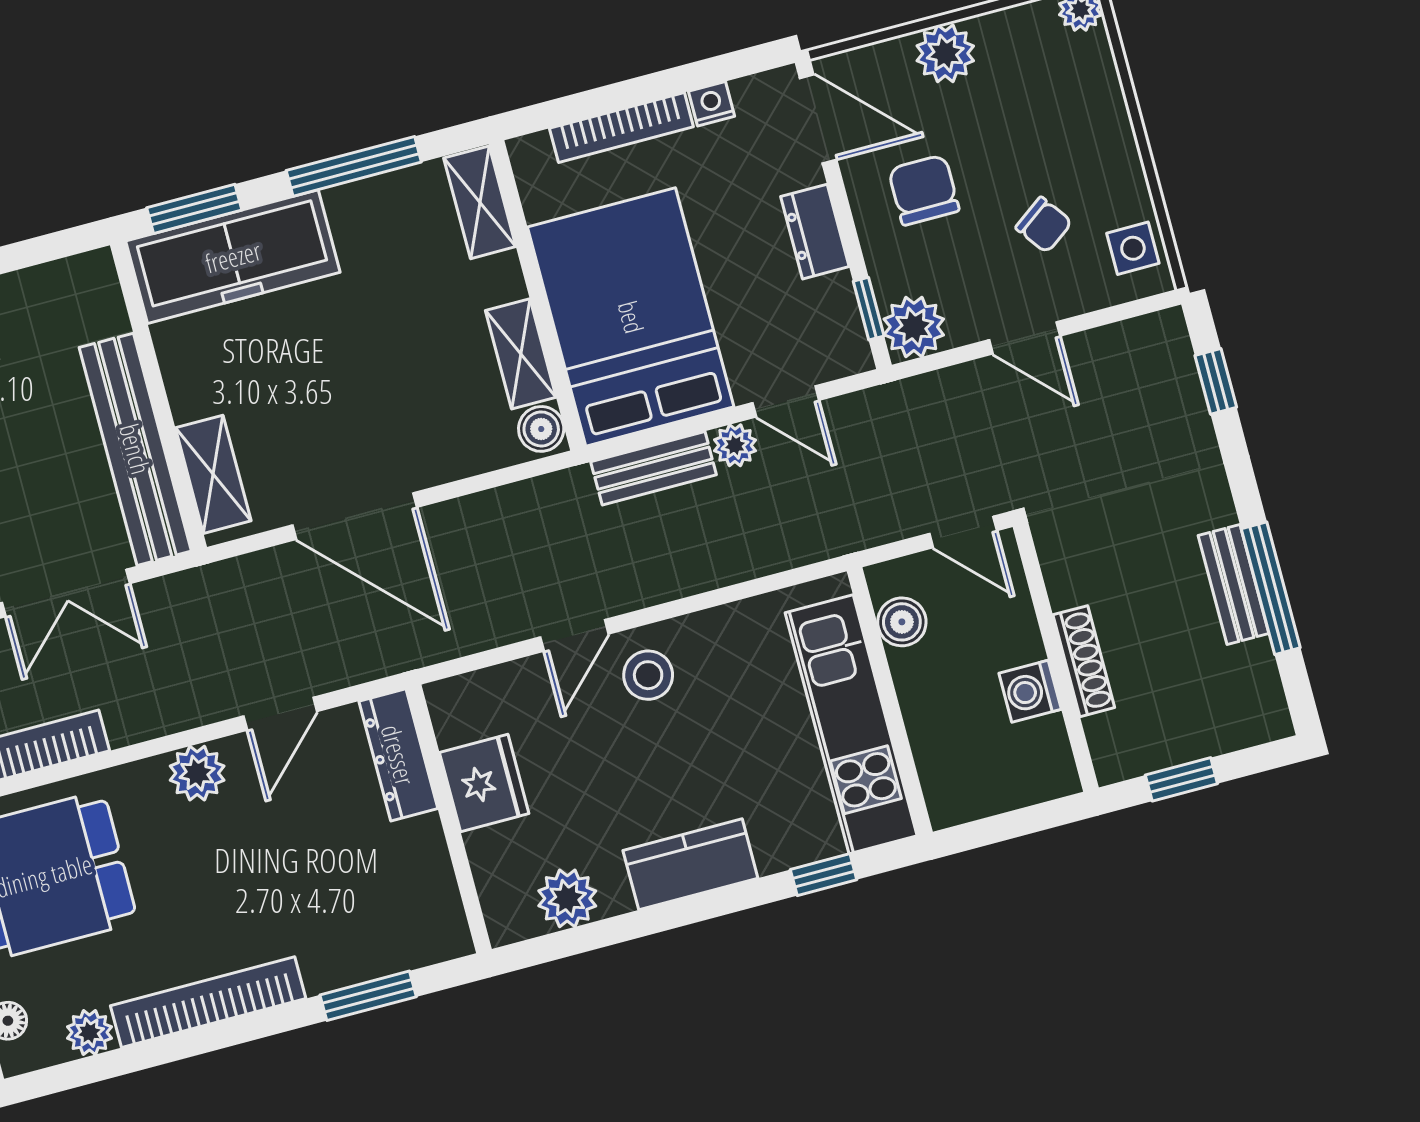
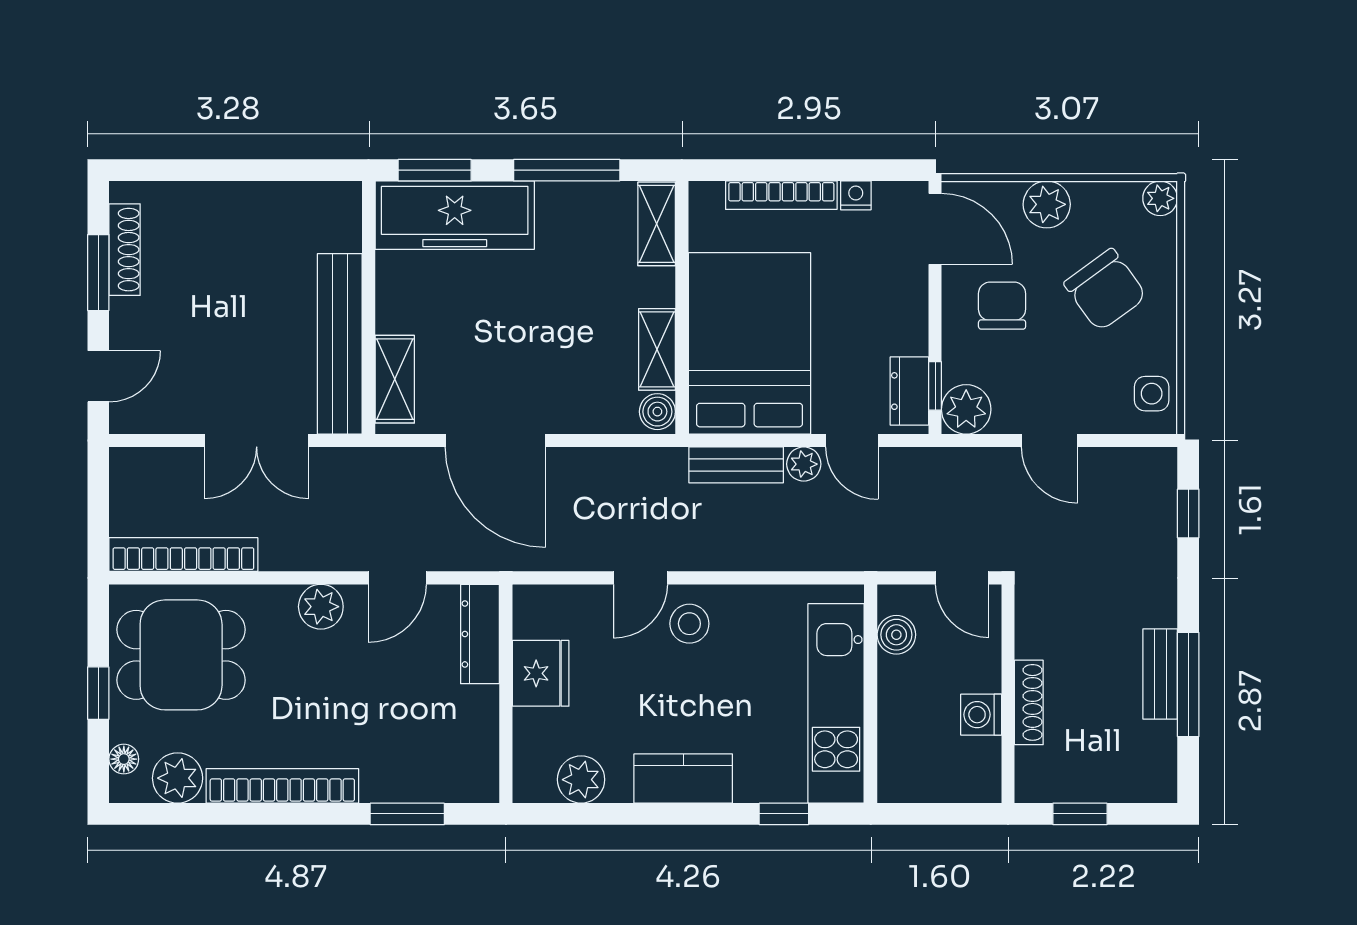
chair: (1044, 225) -> (1105, 290), moved, width x1.87, depth x1.87
dresser: (815, 232) -> (909, 391), moved
plant: (89, 1032) -> (178, 778), width x1.38, depth x1.38

